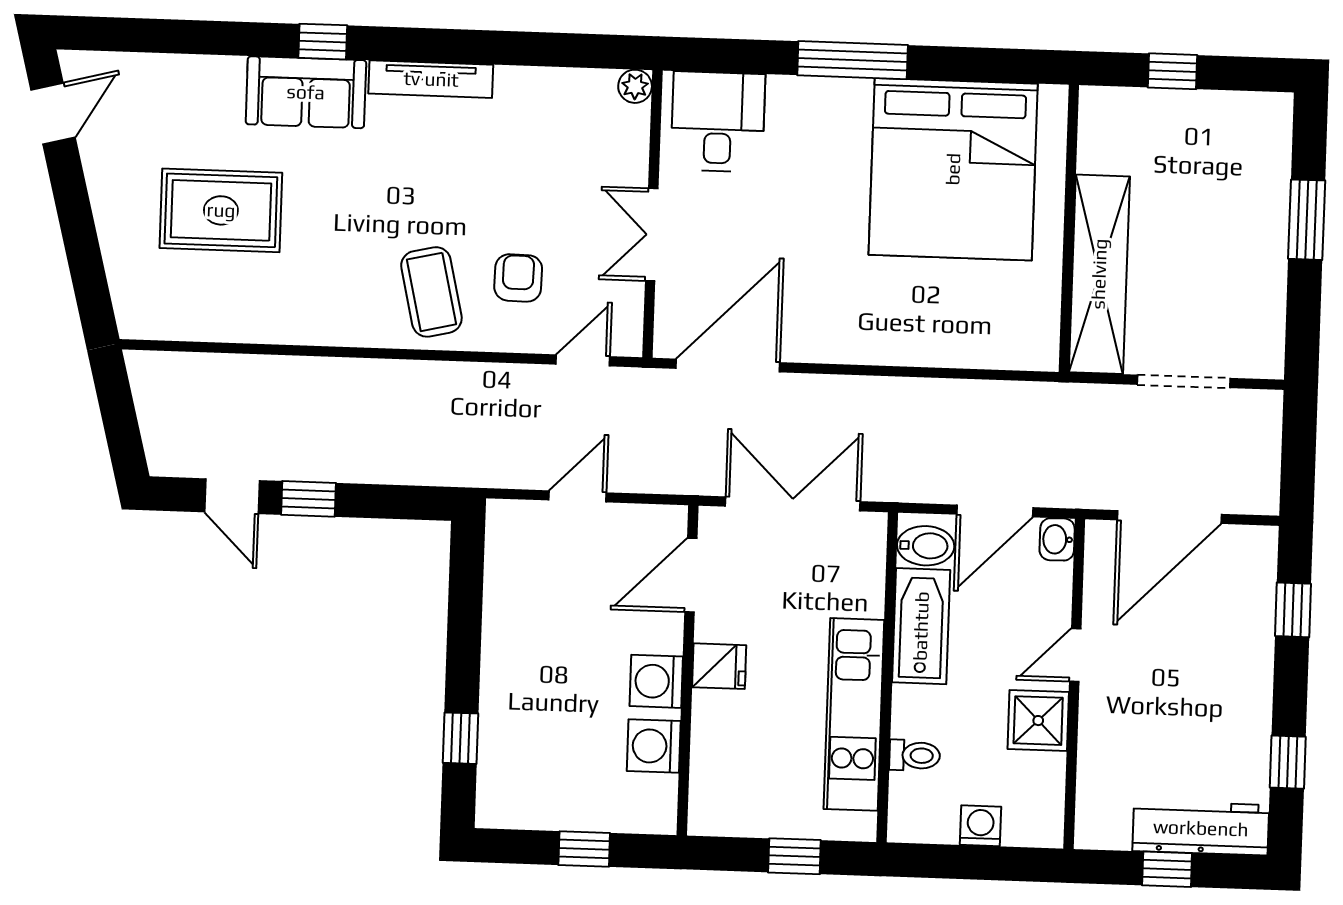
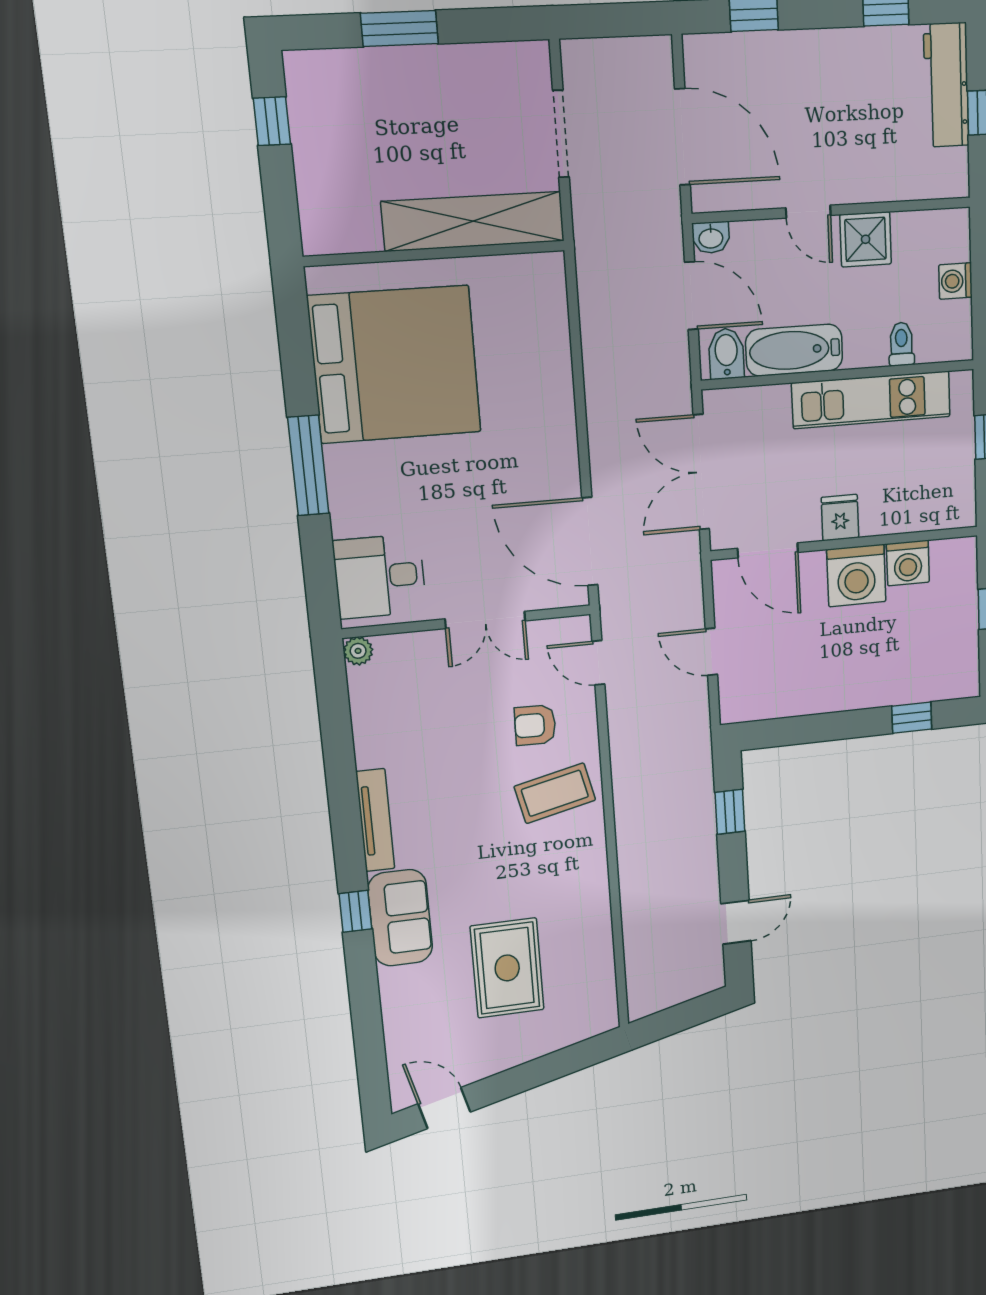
window: (1173, 71) -> (272, 121), moved
window: (309, 499) -> (730, 812), moved
washing machine: (656, 681) -> (856, 576), width x1.37, depth x1.37

